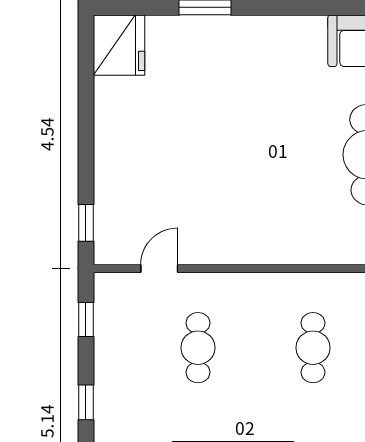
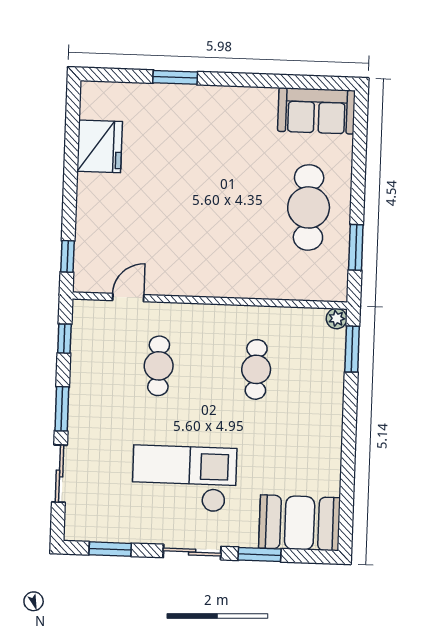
fridge: (119, 45) -> (100, 146), moved
window: (86, 402) -> (62, 409), width x1.50

